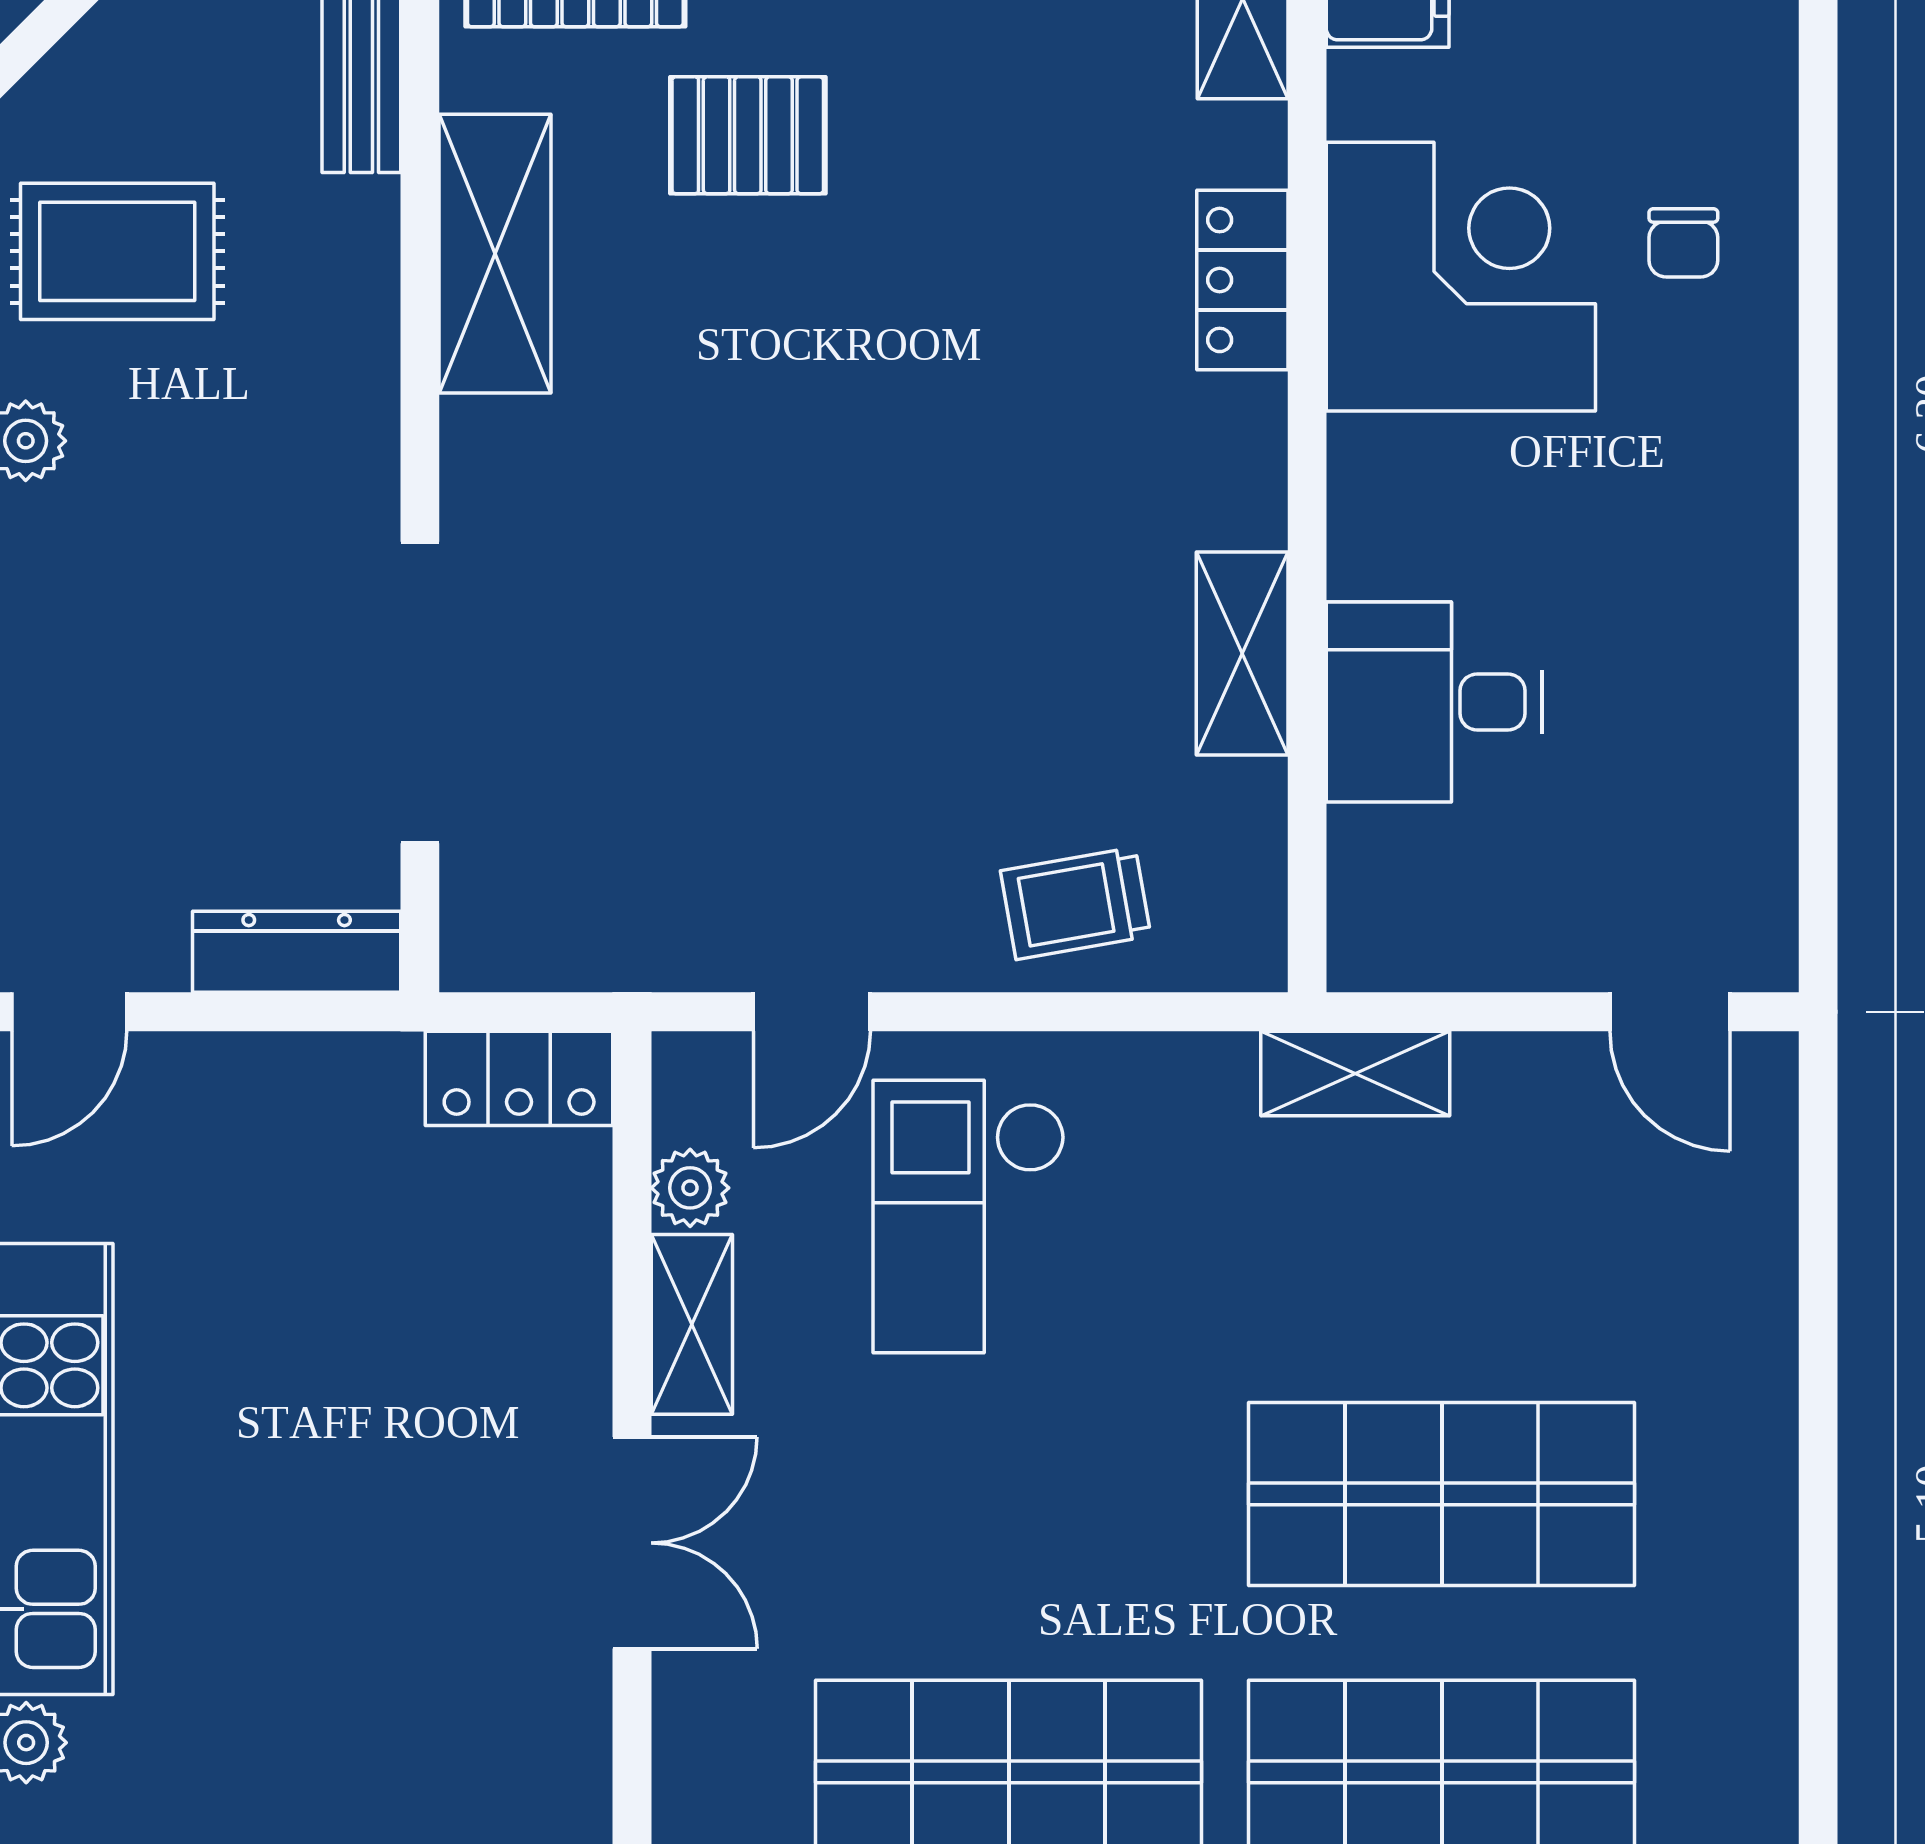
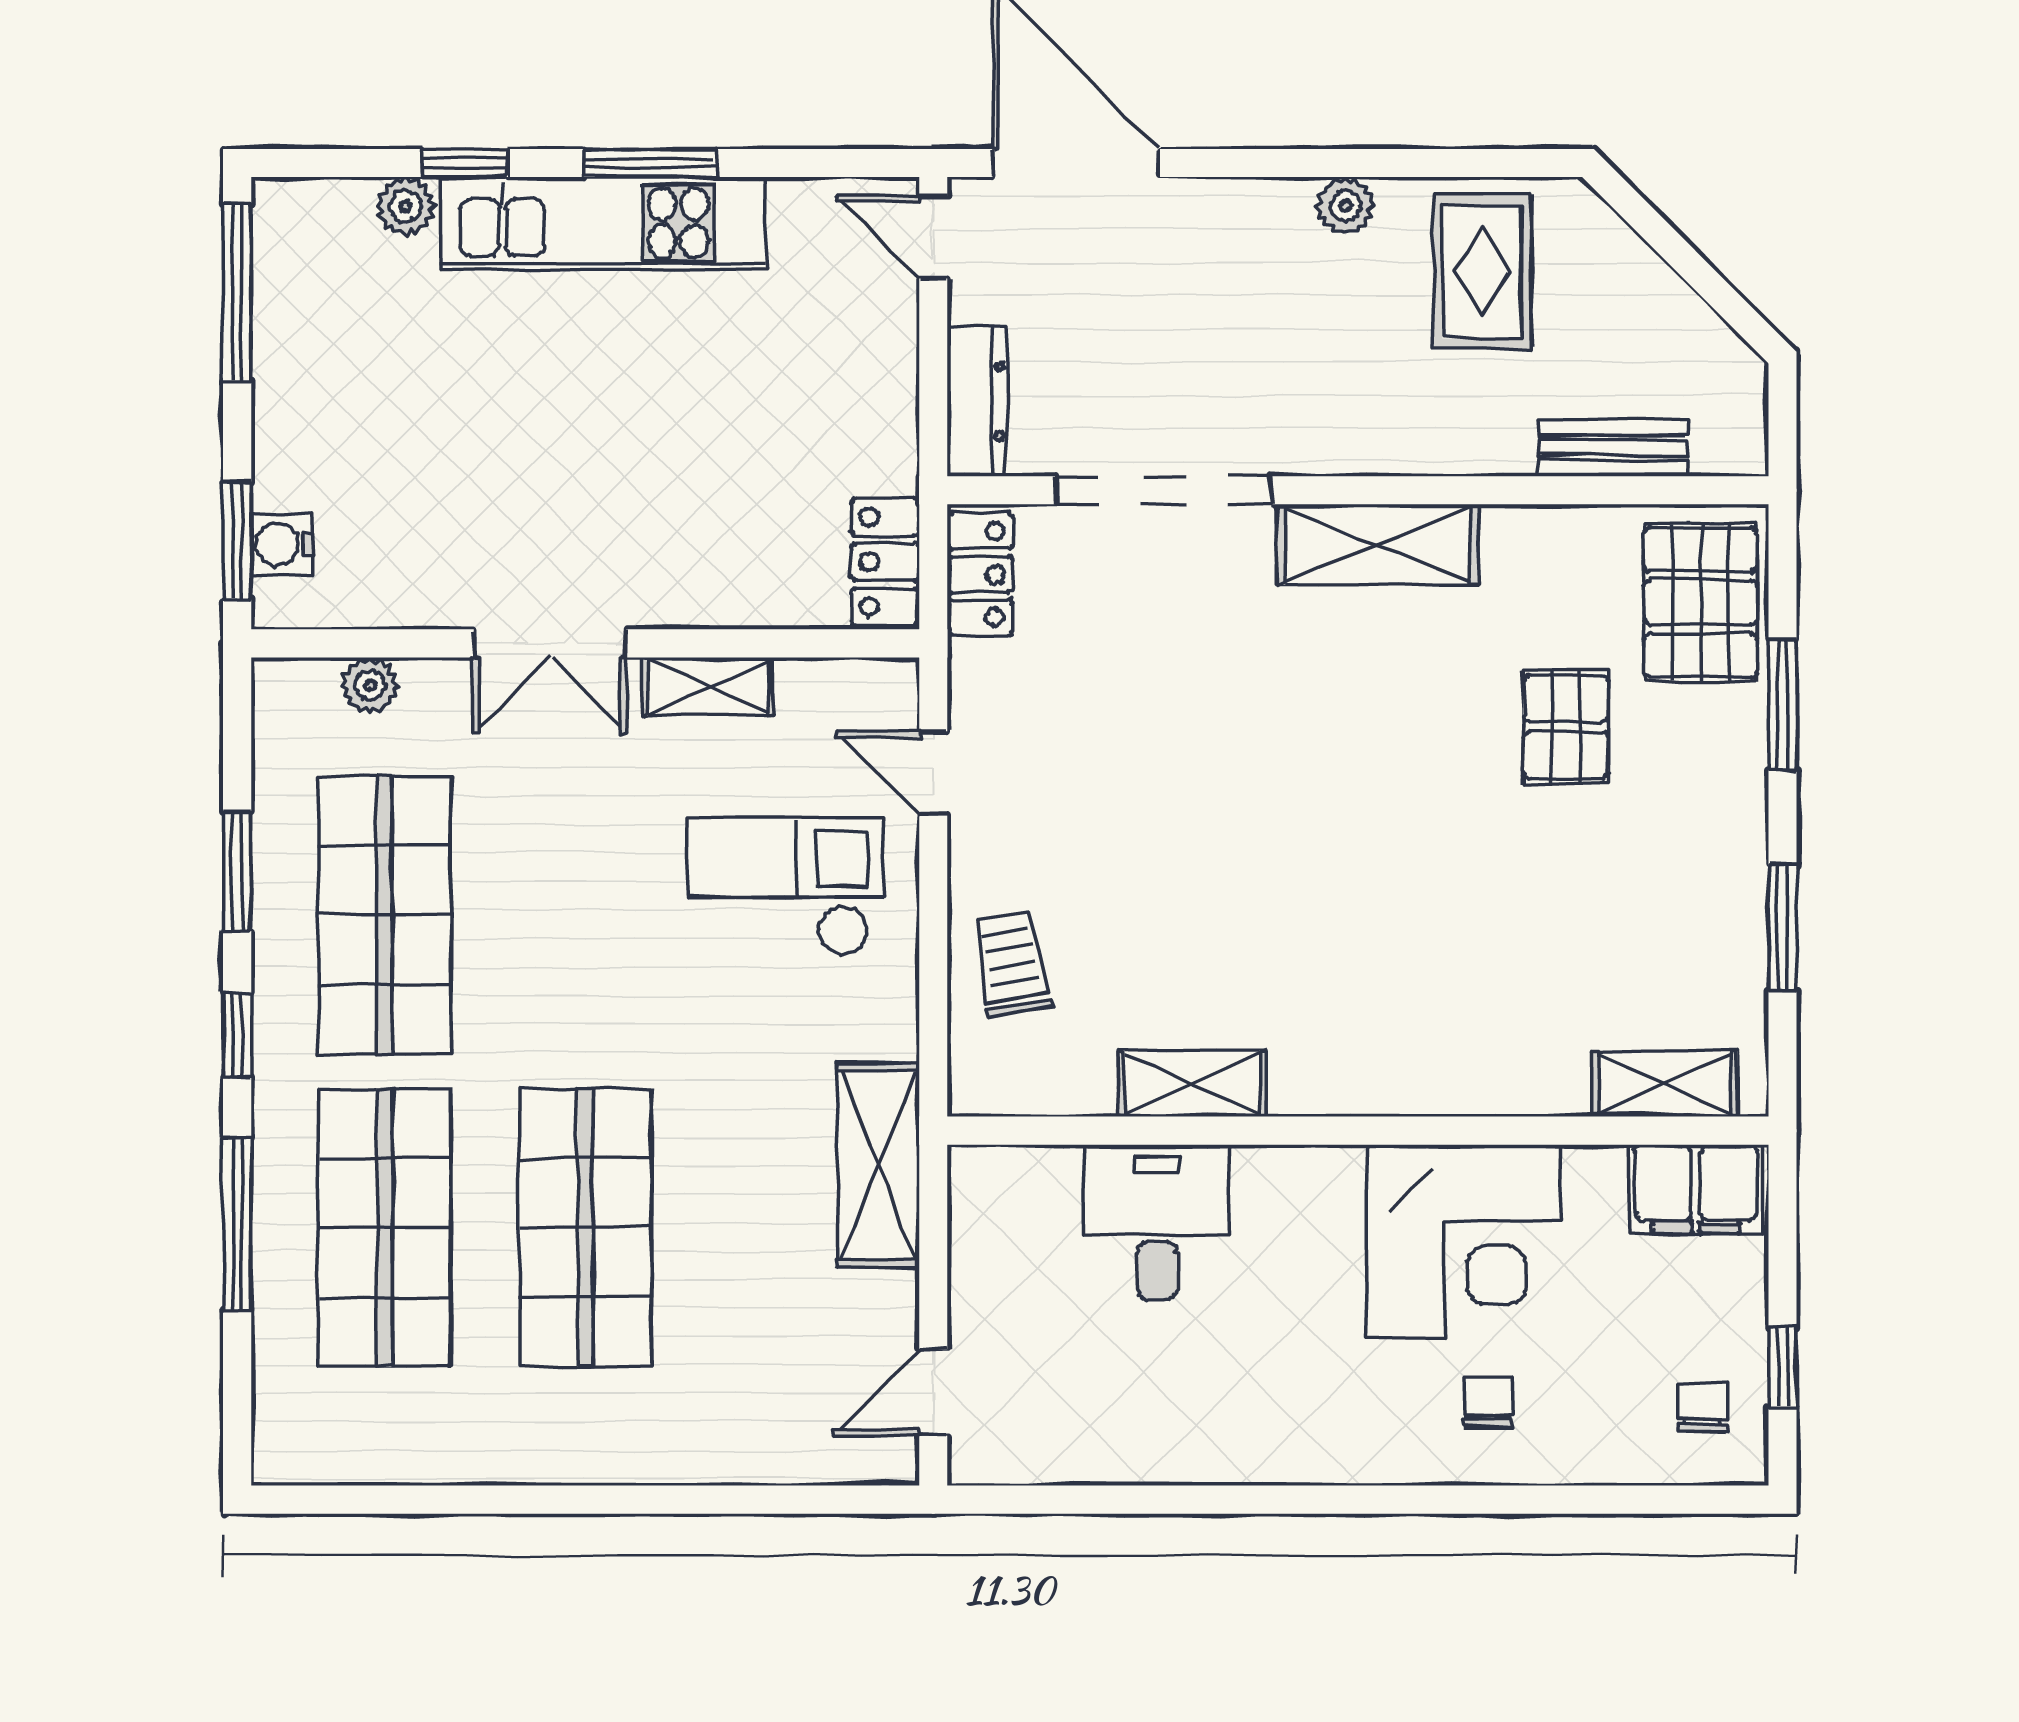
chair: (1683, 243) -> (1488, 1402), turned 90
shelving: (495, 254) -> (1378, 544), moved
locker: (1242, 280) -> (980, 574), moved, turned 90
shelving: (1355, 1074) -> (878, 1165), width x1.50, depth x1.33
plant: (690, 1188) -> (370, 685), moved

